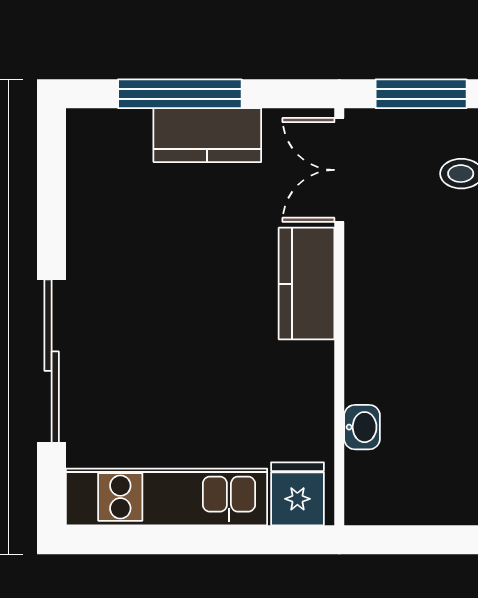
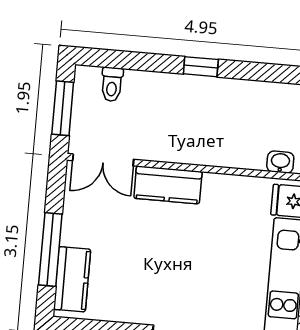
kitchen counter: (207, 135) -> (72, 279), moved
washbasin: (362, 427) -> (280, 162), moved

